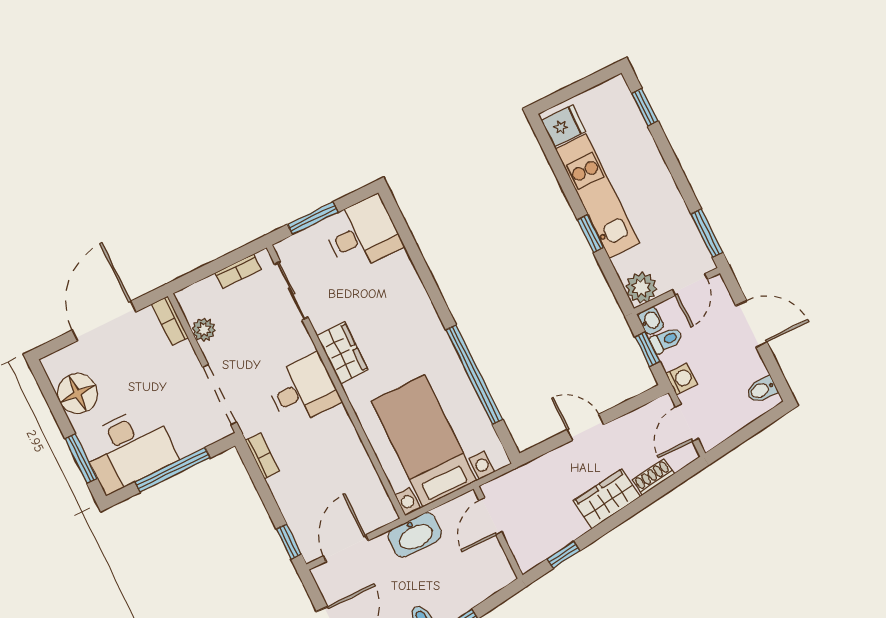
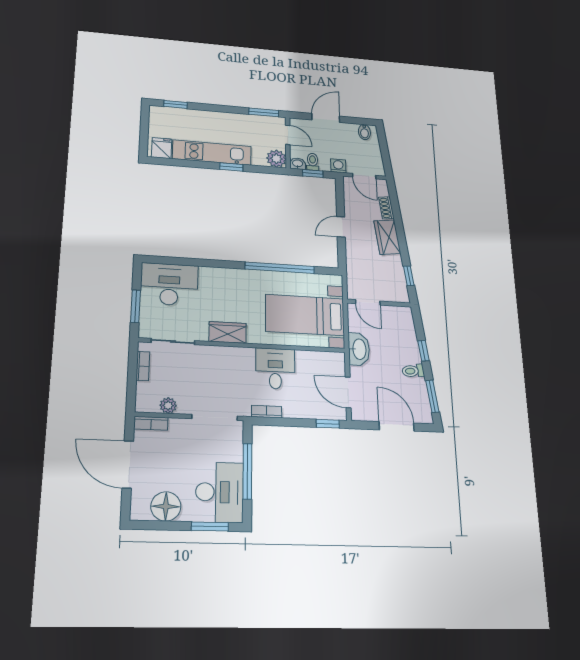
desk: (362, 234) -> (169, 284), width x1.37
desk: (303, 390) -> (275, 369), moved

